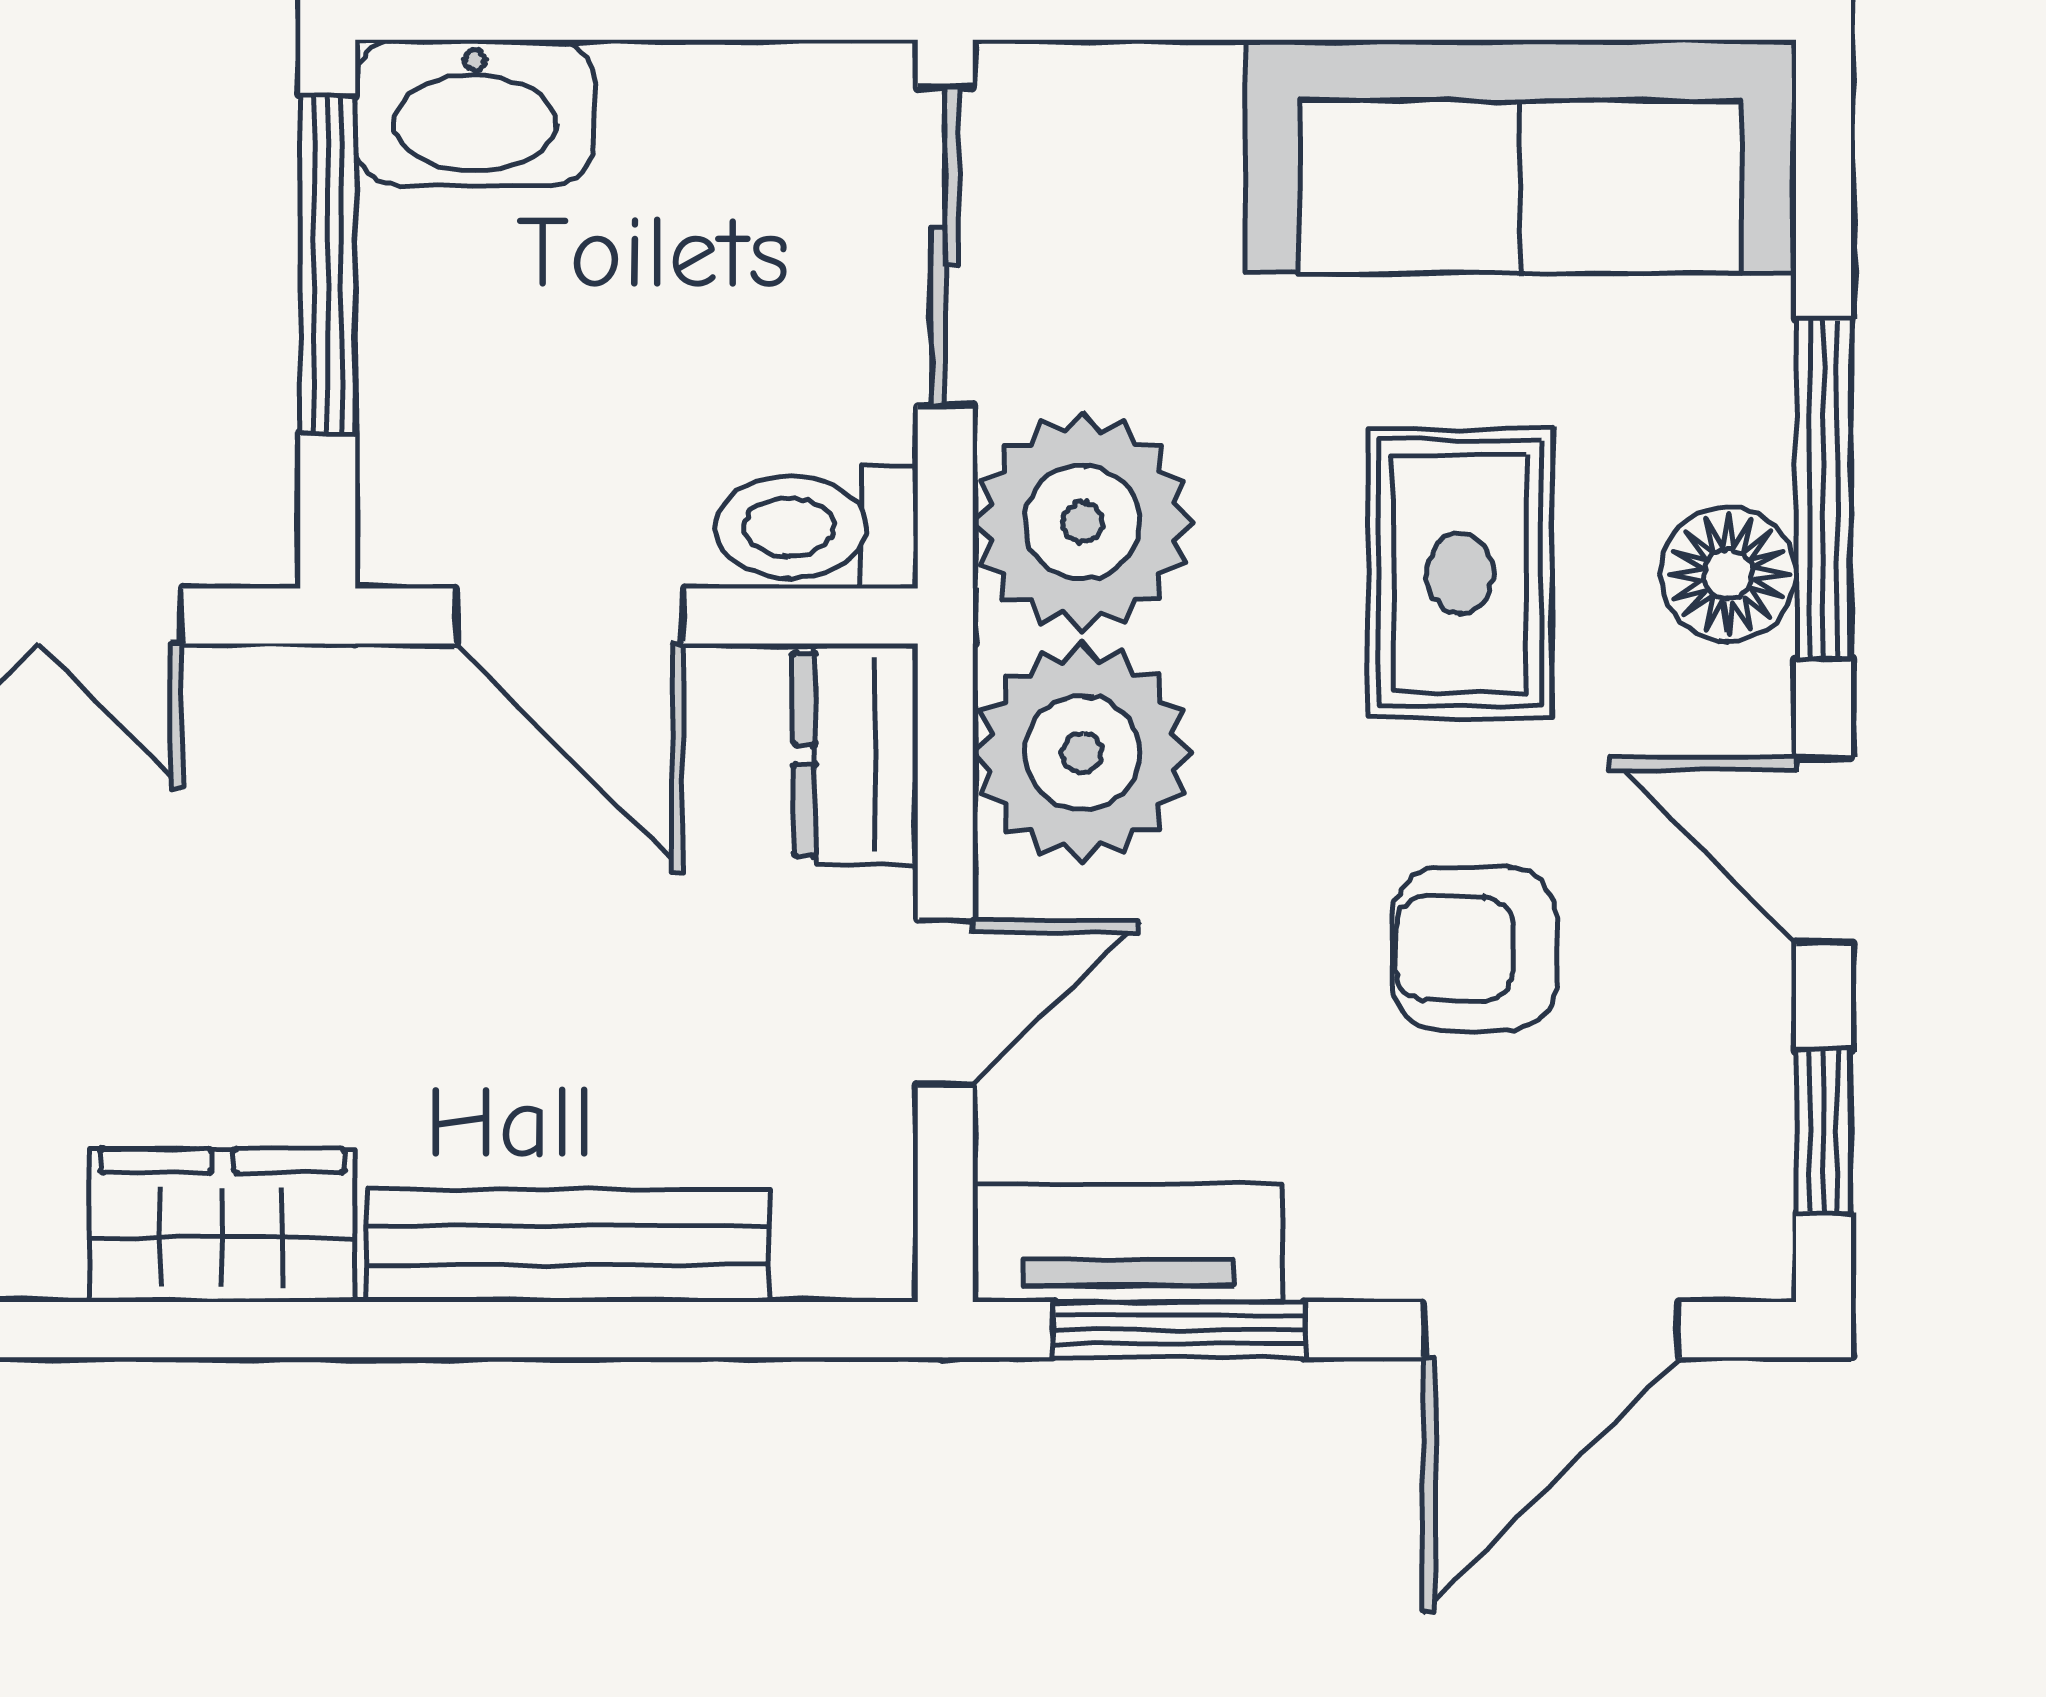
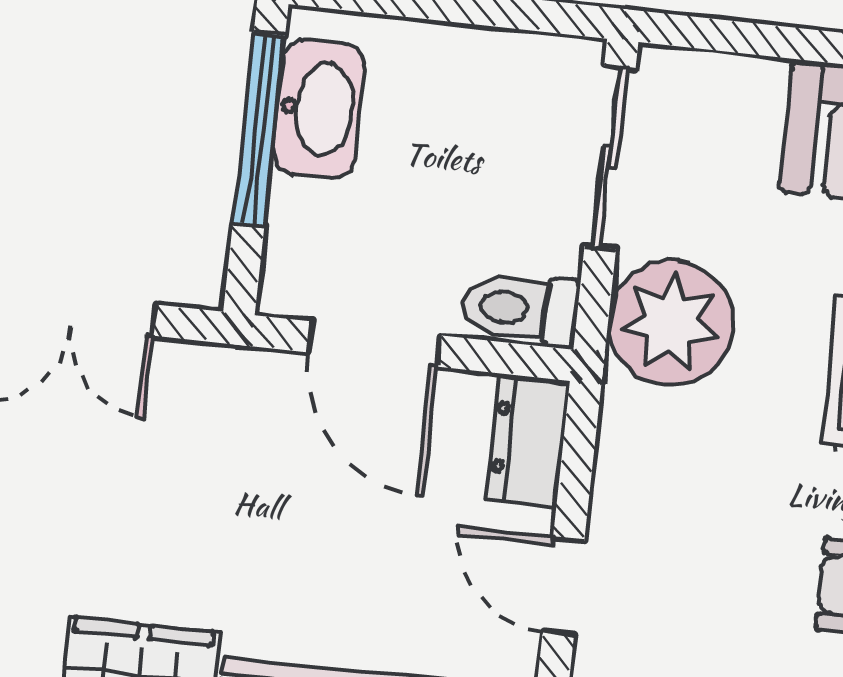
washbasin: (475, 113) -> (319, 109), moved, turned -90
plant: (1082, 753) -> (657, 453), removed
door: (945, 1003) -> (564, 586), swing flipped

